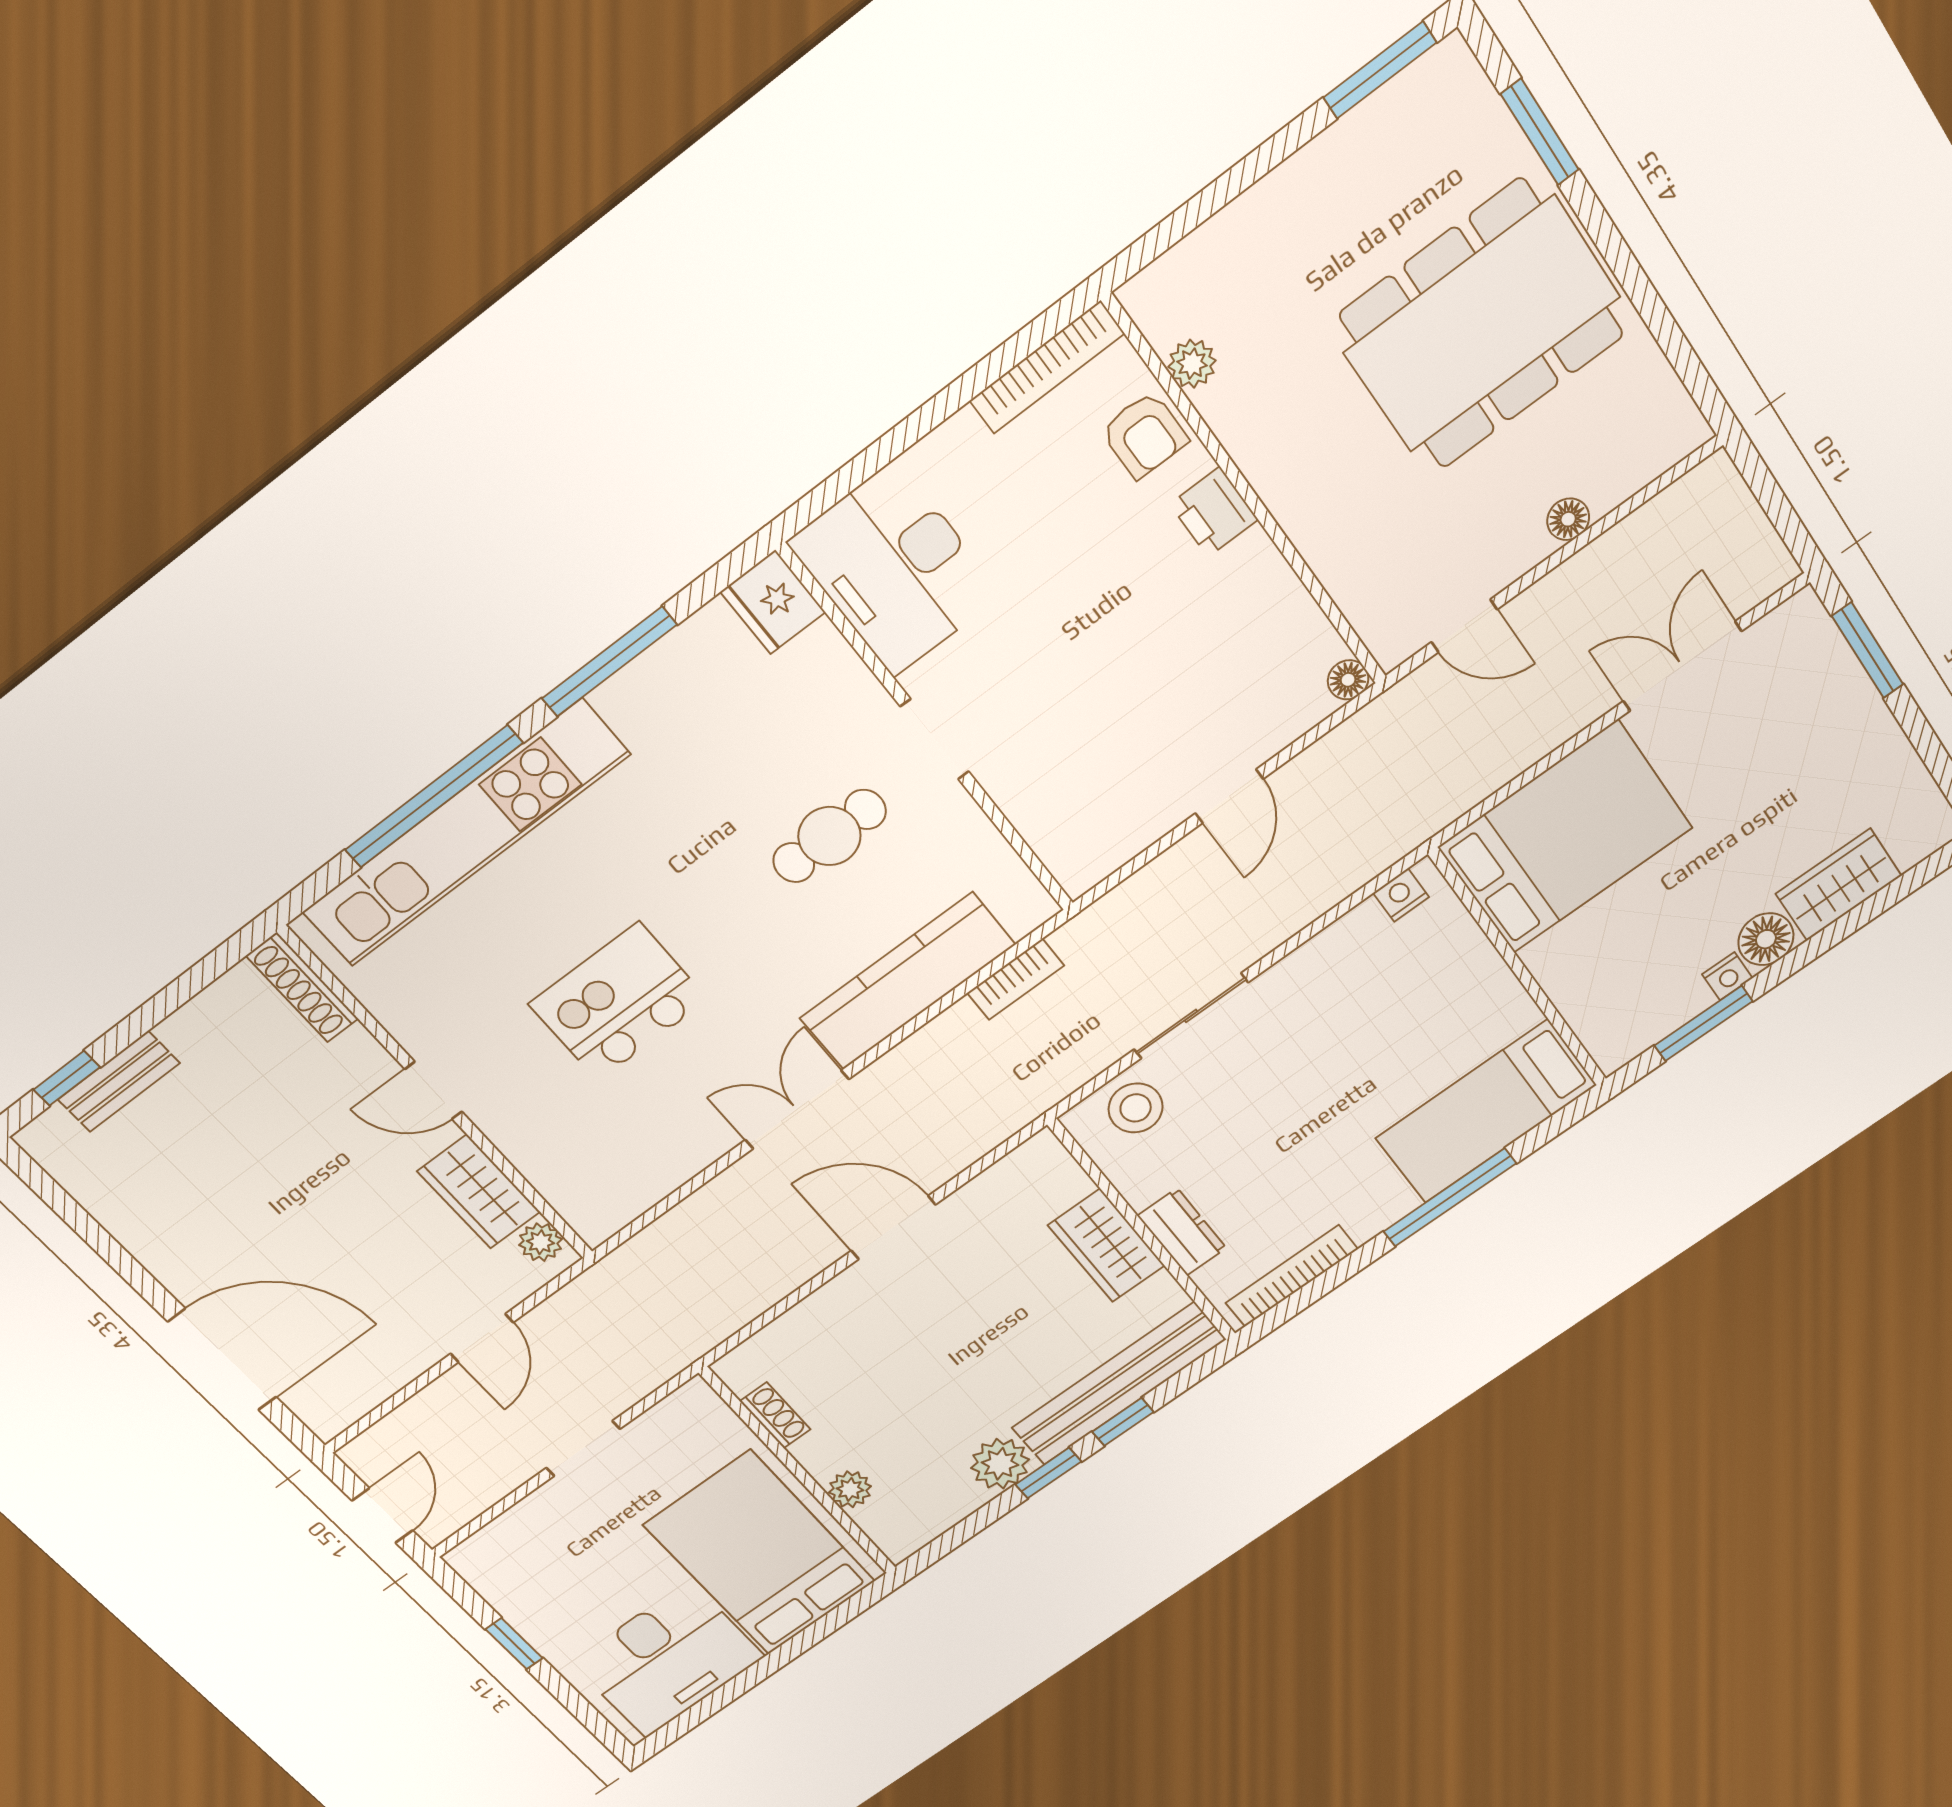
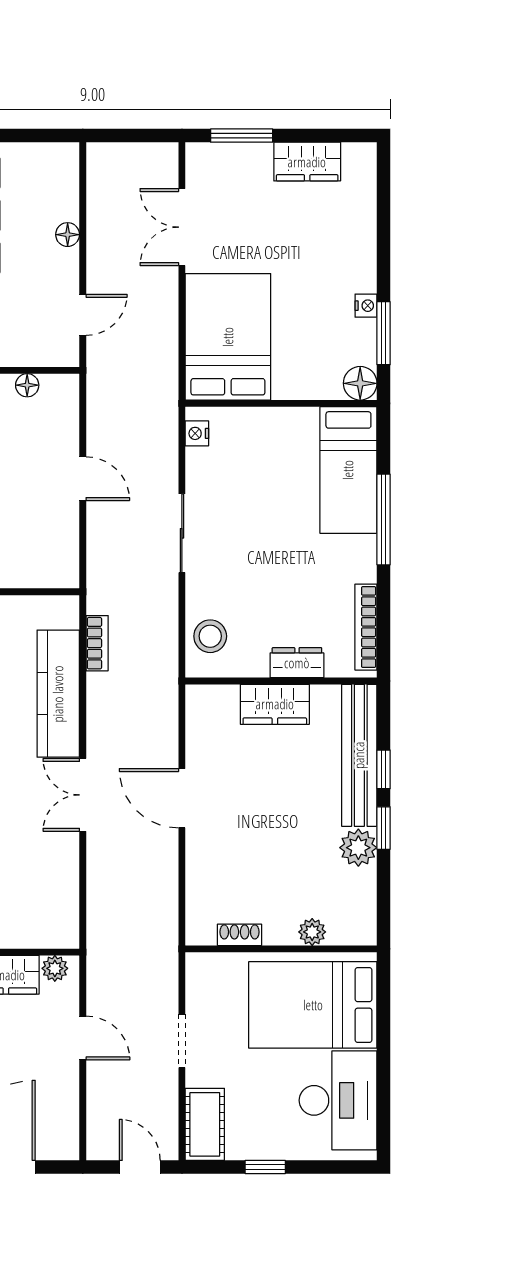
floor lamp: (1348, 680) -> (27, 385), moved
wardrobe: (1838, 885) -> (307, 162), moved, turned -90
floor lamp: (1766, 939) -> (360, 383), moved
sliding door: (1191, 1016) -> (182, 533), moved
door: (893, 1228) -> (182, 798), hinge flipped
cot: (504, 1546) -> (205, 1124), added

